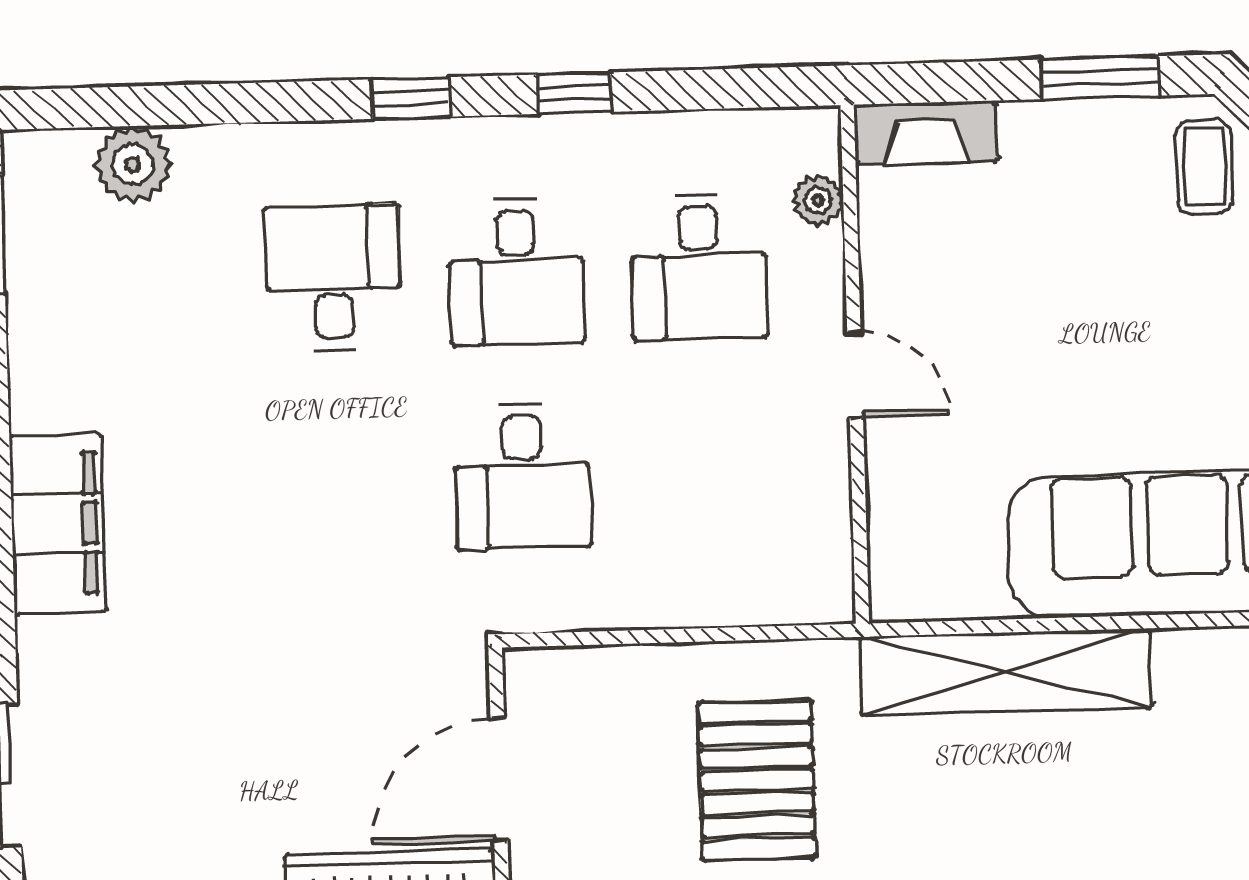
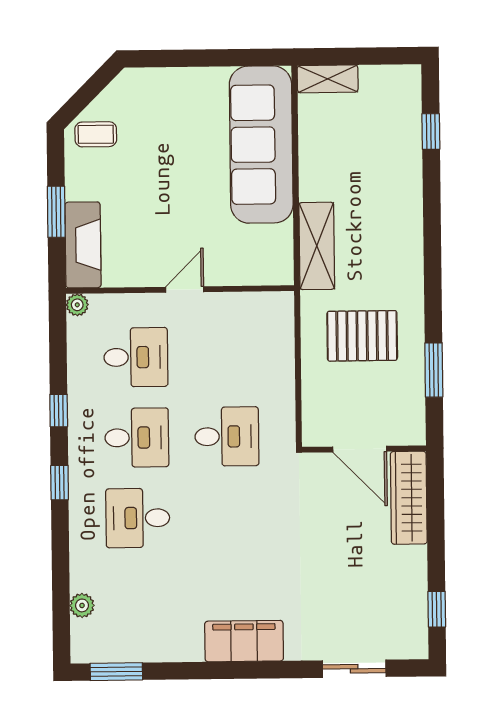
window: (1100, 78) -> (56, 212), moved
fireplace: (926, 133) -> (83, 245), width x1.37, depth x1.32
plant: (133, 164) -> (82, 605), width x0.73, depth x0.73
plant: (818, 200) -> (77, 305), moved
shelving: (1005, 672) -> (317, 246), width x0.68

